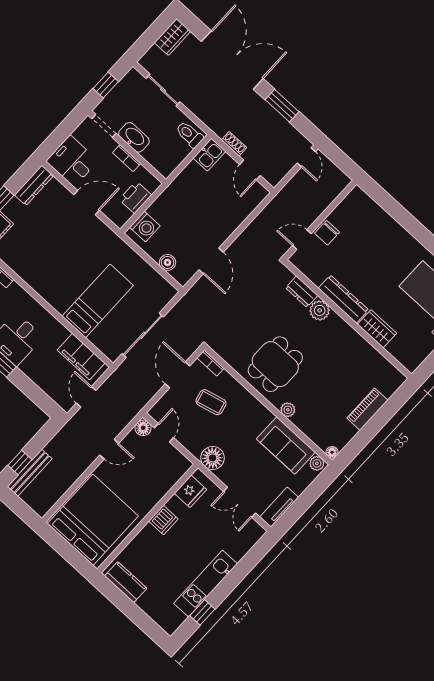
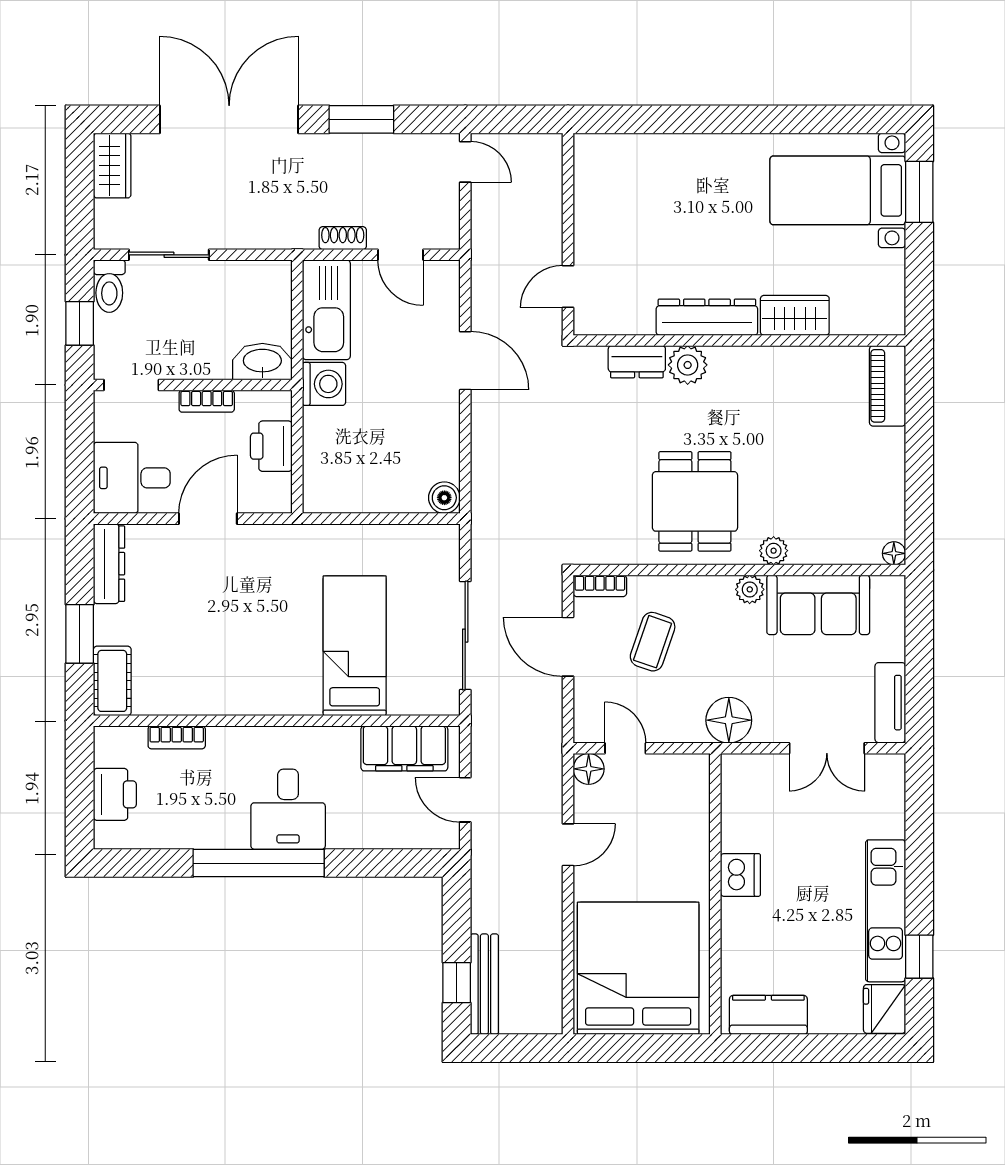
toilet: (189, 134) -> (109, 286), moved, turned -90
washbasin: (134, 137) -> (262, 362), moved
kitchen sink: (209, 155) -> (326, 310), width x1.88, depth x1.24
washing machine: (145, 227) -> (324, 384), moved
chair: (327, 233) -> (595, 243), removed
door: (211, 261) -> (465, 361), moved
boiler: (167, 262) -> (444, 498), moved
coffee table: (211, 402) -> (653, 642), turned -57
piano: (367, 409) -> (888, 386), moved
plant: (317, 463) -> (750, 589), moved
fridge: (191, 491) -> (885, 1009), moved, turned 180

